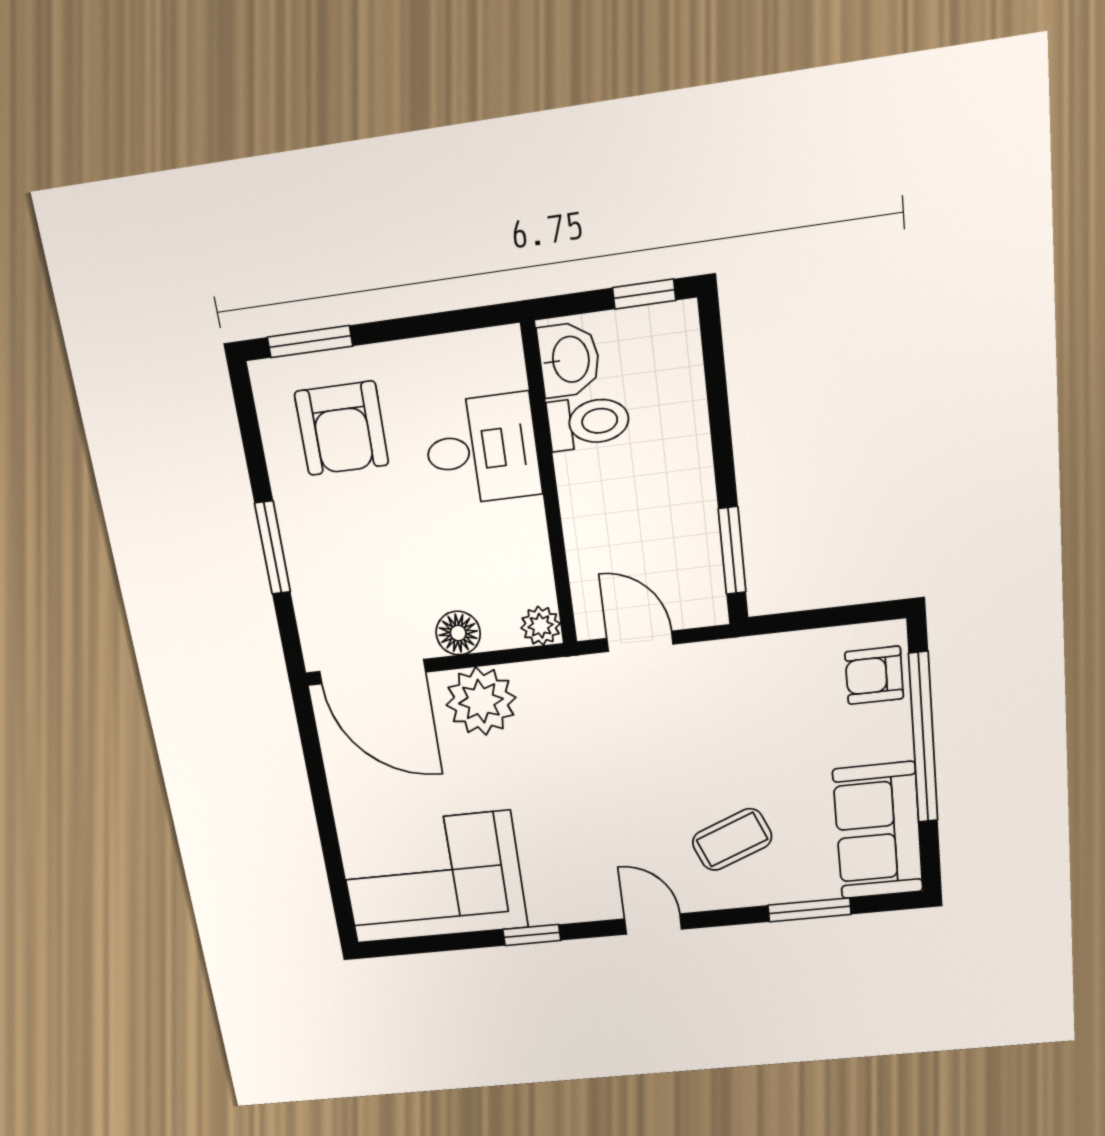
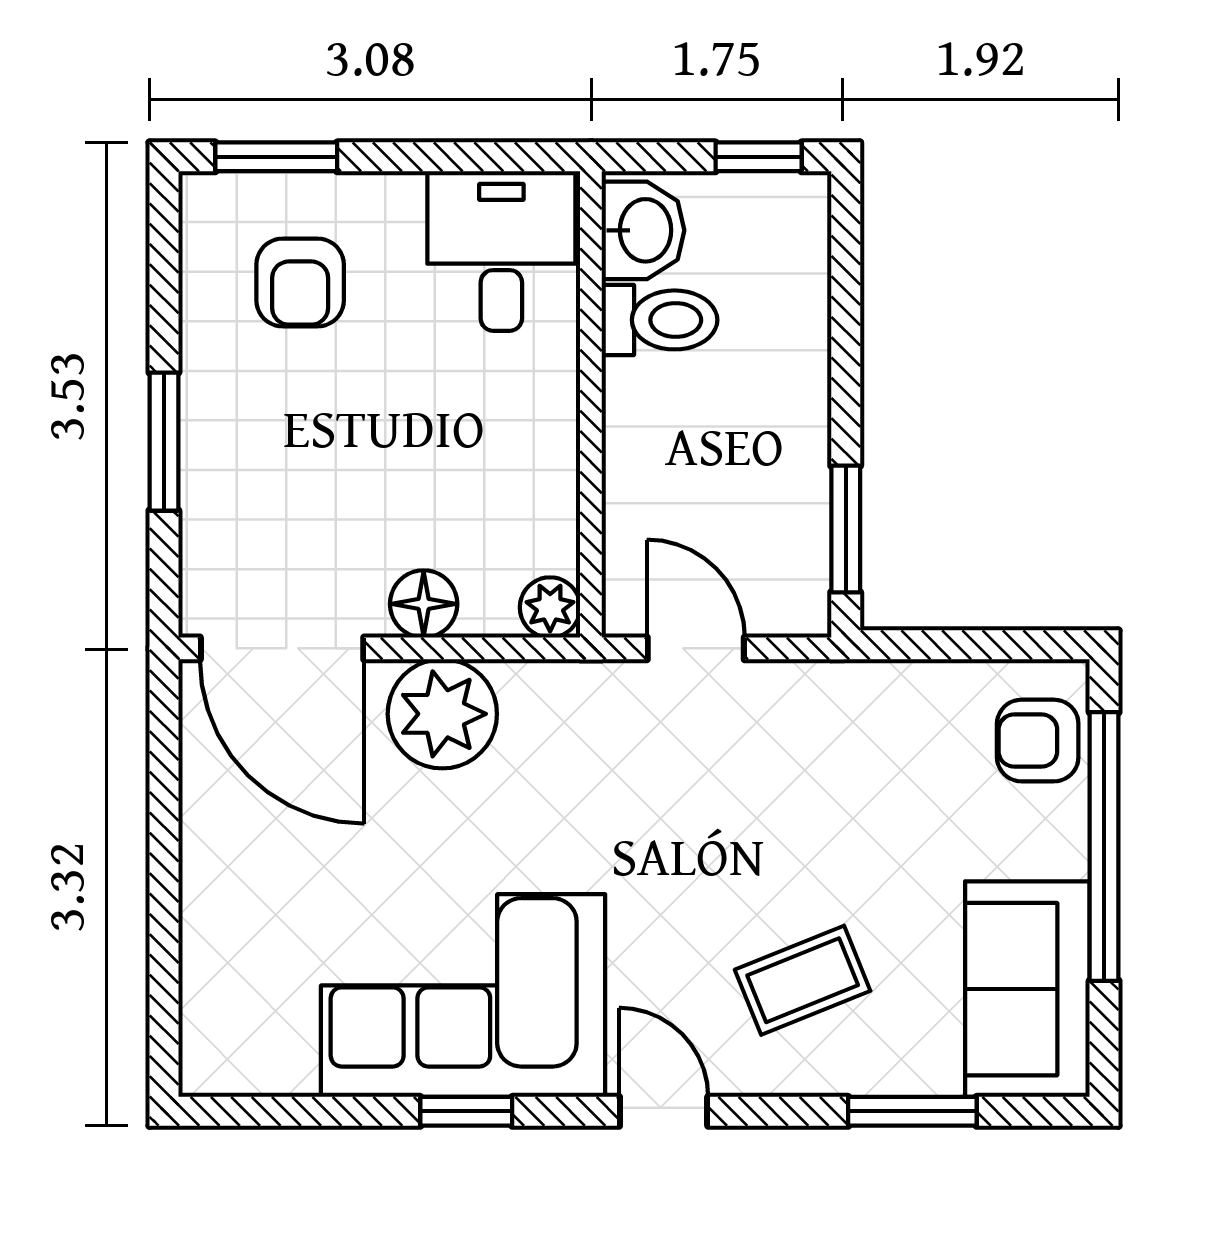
armchair: (342, 428) -> (300, 283), width x0.72, depth x0.72
desk: (482, 450) -> (501, 251), moved, turned -90
corner sofa: (433, 878) -> (463, 996), moved

